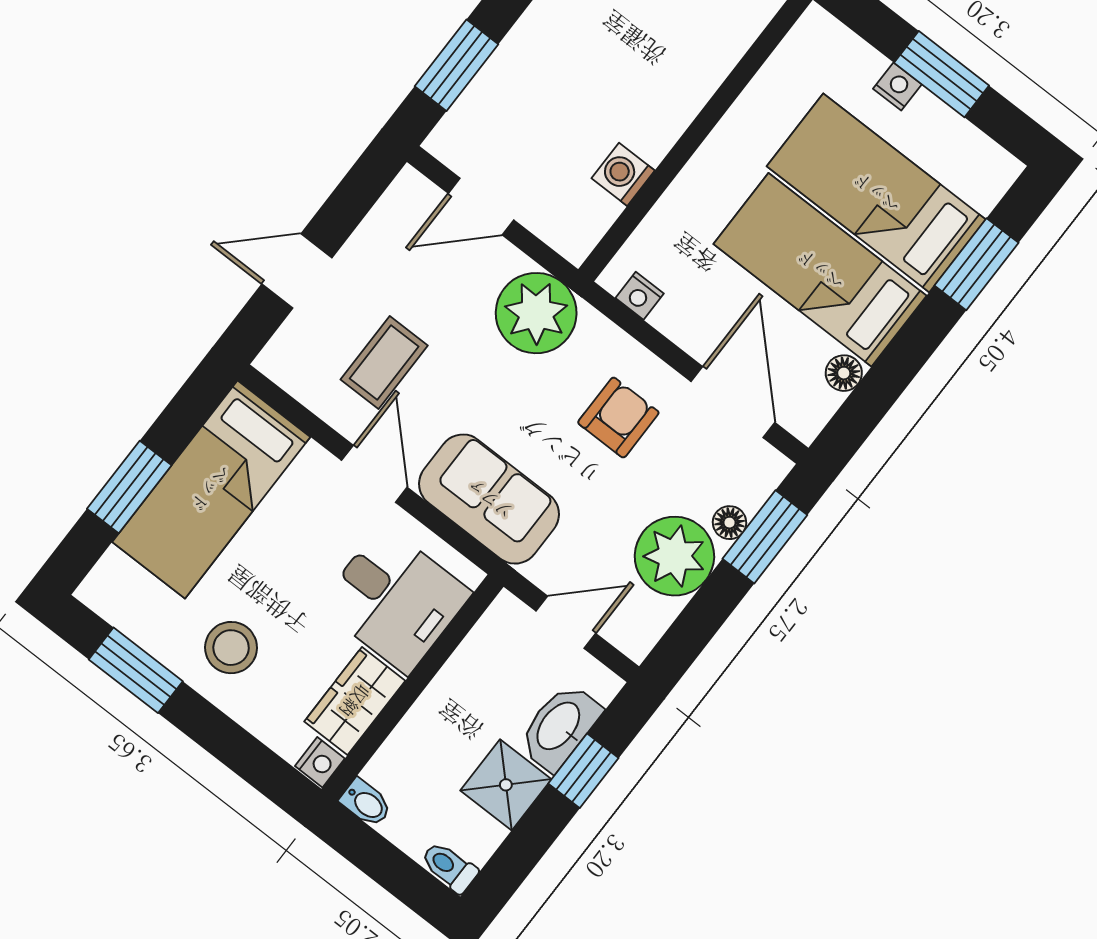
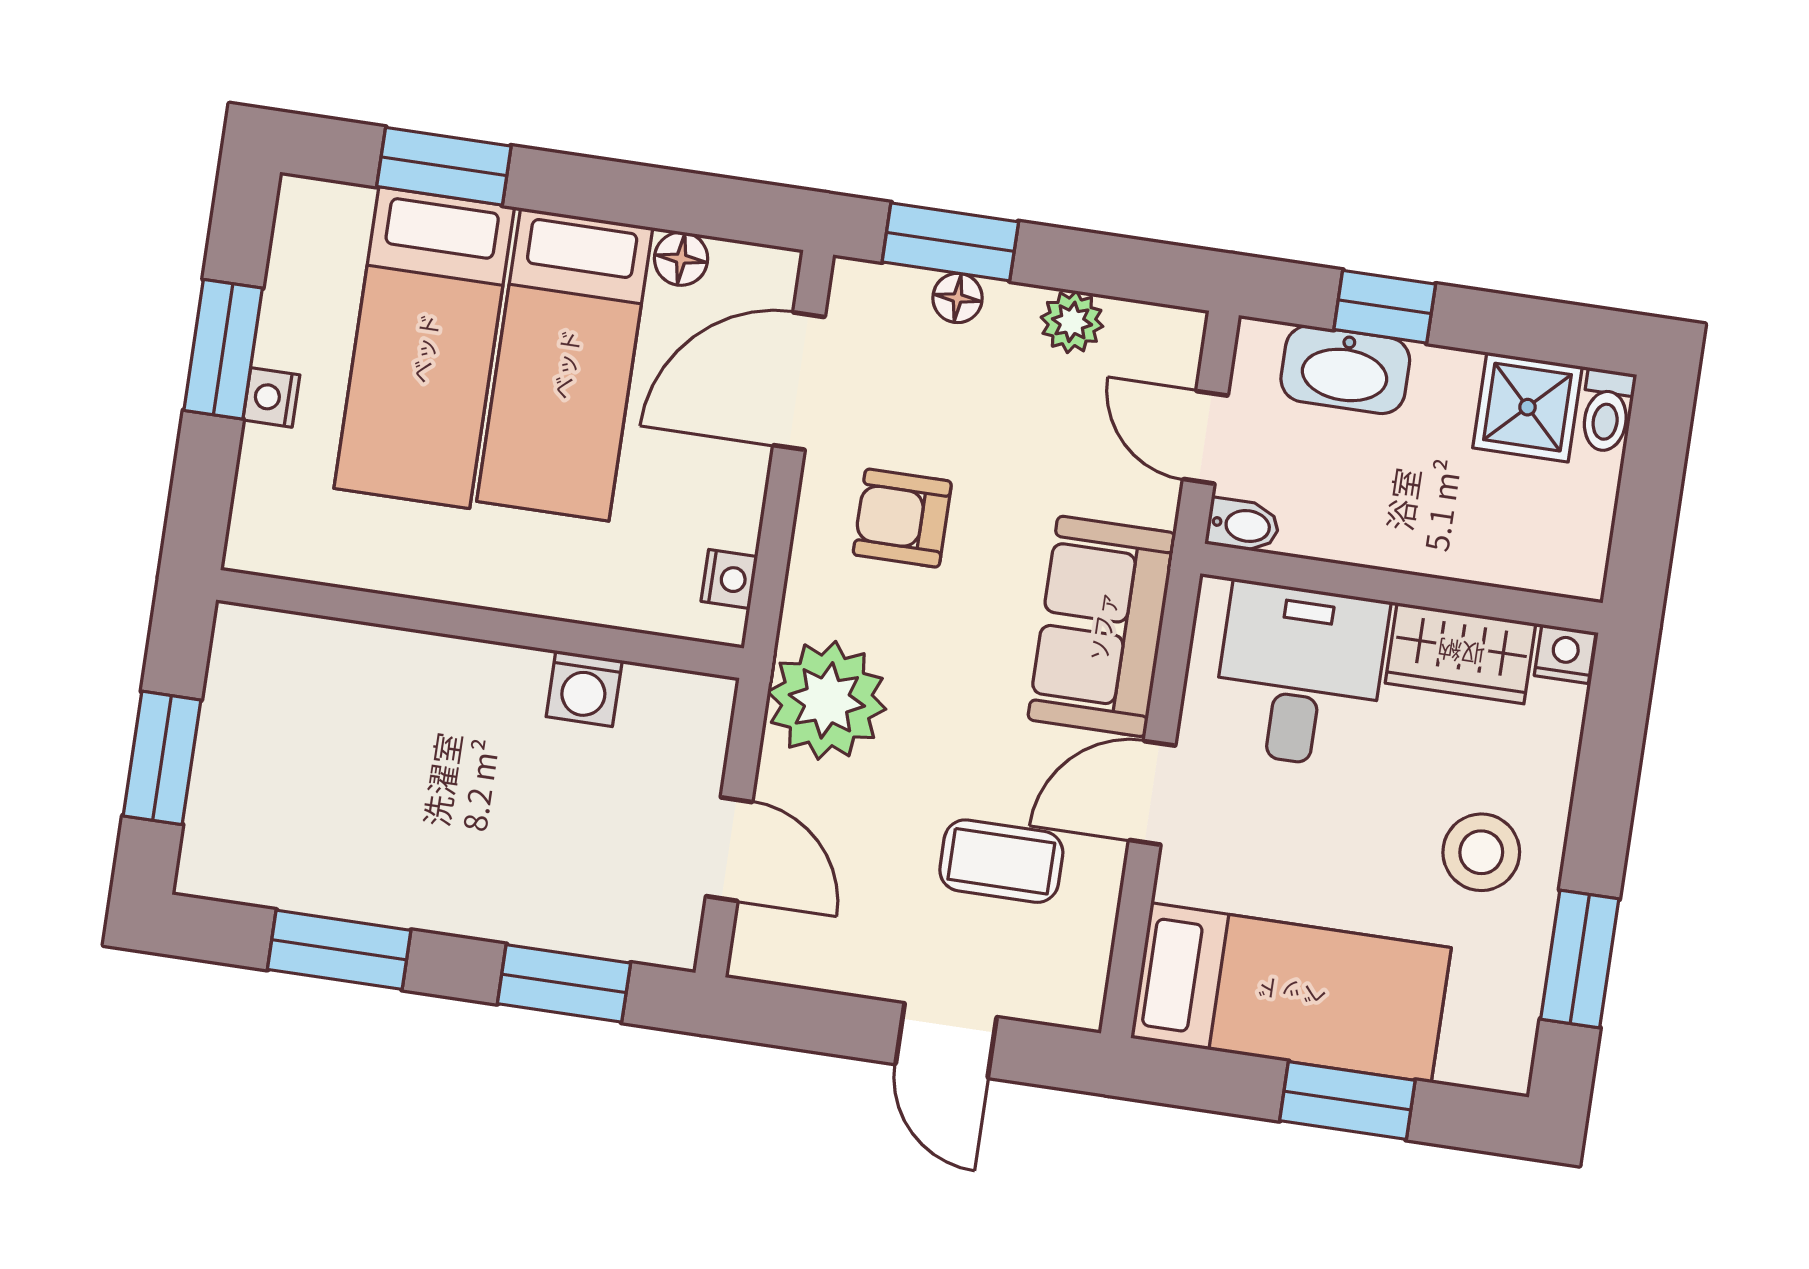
plant: (674, 556) -> (1072, 322), width x0.53, depth x0.53
shower: (506, 785) -> (1527, 407), moved
bidet: (366, 803) -> (1243, 525), moved, turned 90

